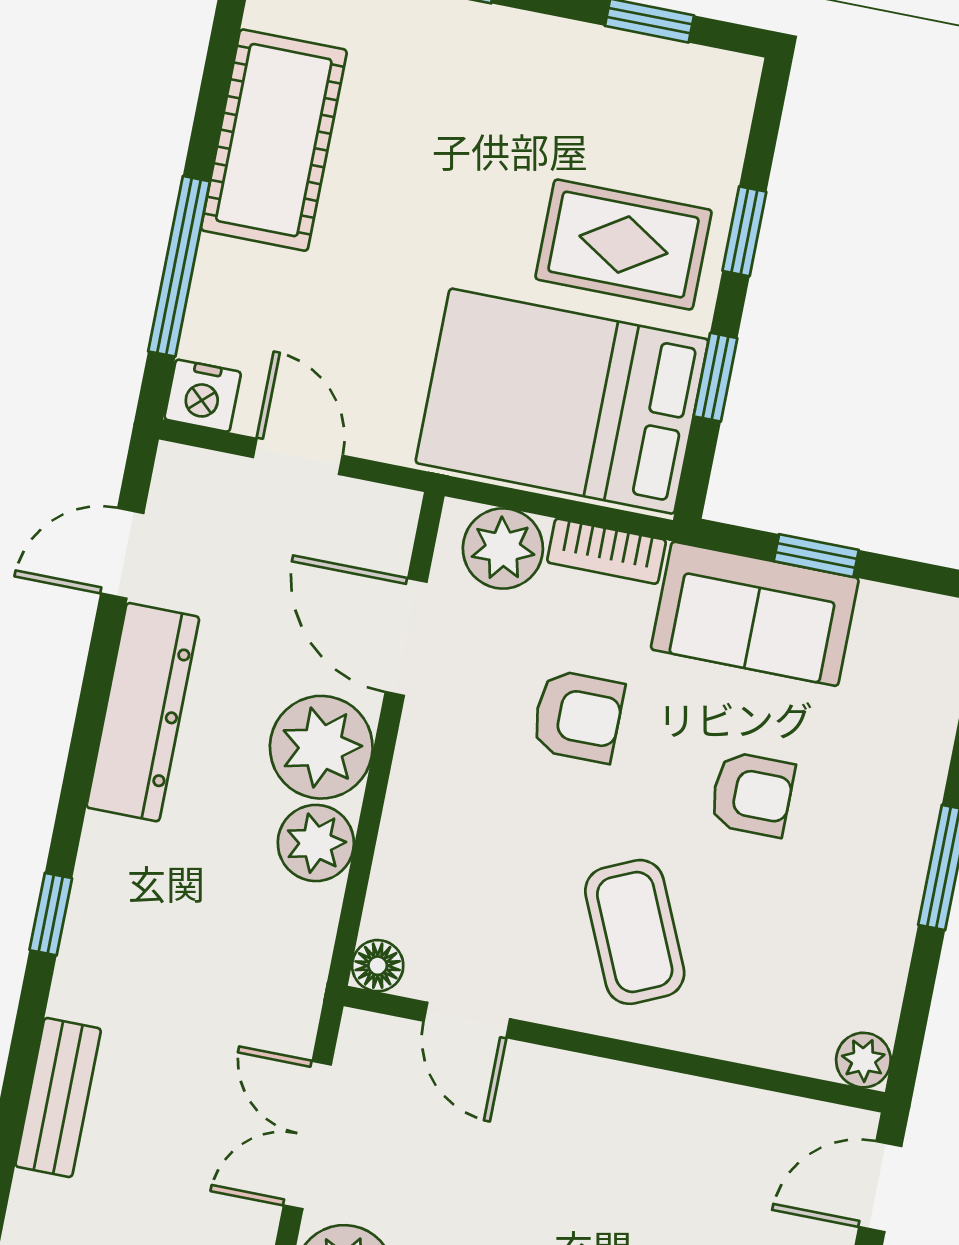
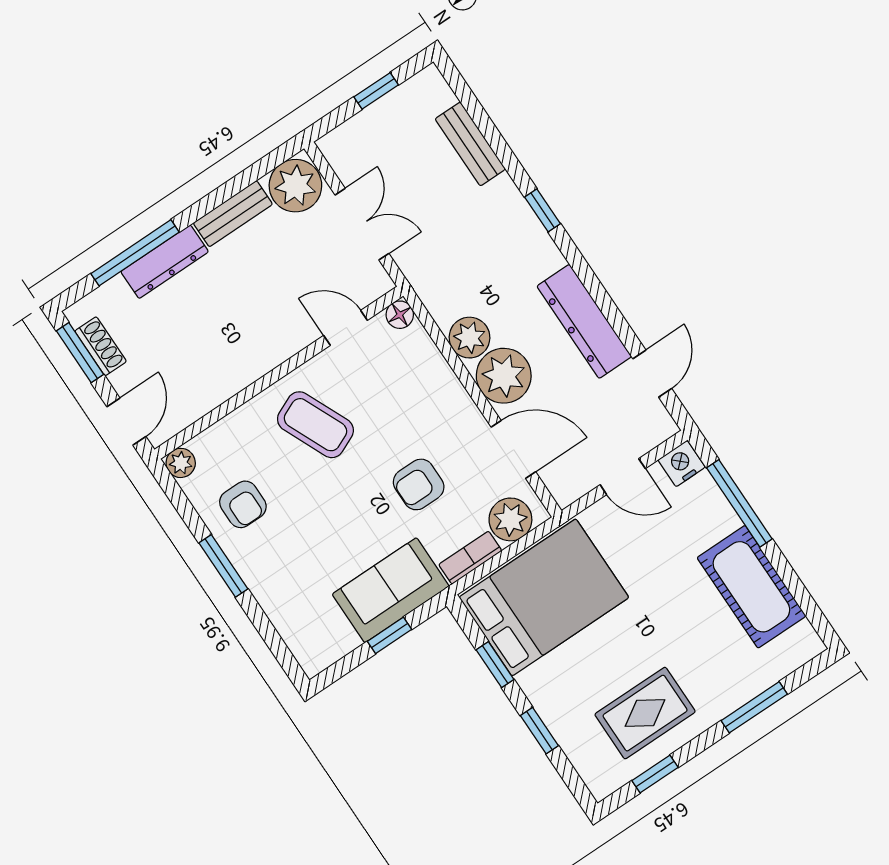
rug: (623, 245) -> (645, 713), moved
armchair: (752, 794) -> (243, 504), moved, turned -90

